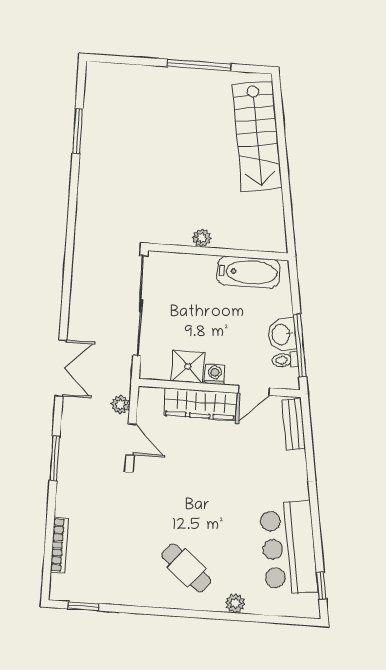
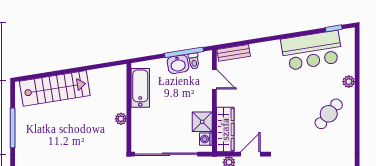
washing machine: (215, 374) -> (206, 139), moved
wardrobe: (200, 404) -> (225, 129), moved

